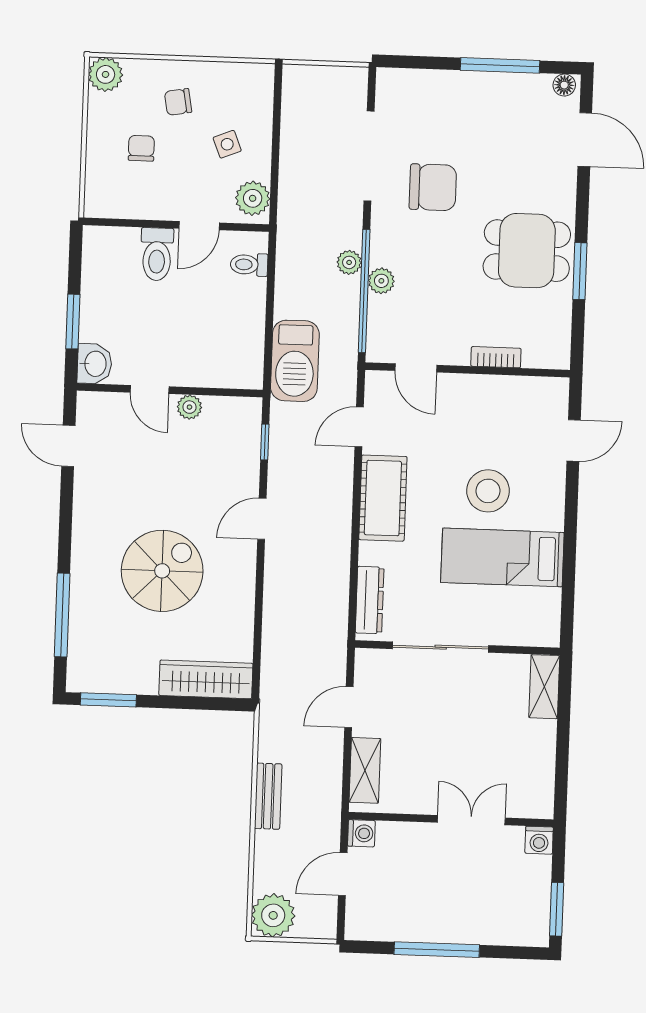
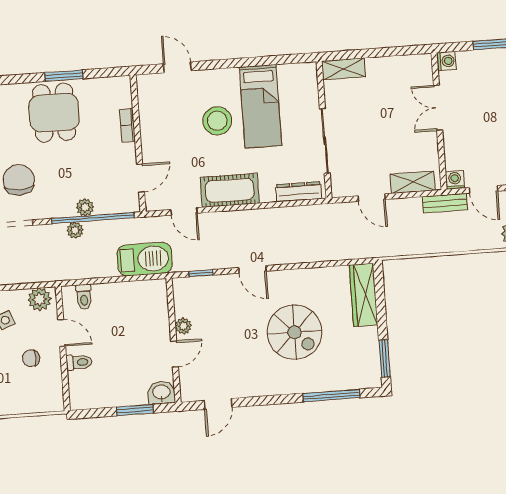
chair: (141, 148) -> (31, 358), moved
toilet: (157, 254) -> (79, 362), width x0.73, depth x0.72
spiral stairs: (162, 571) -> (294, 332), turned 180
bench: (268, 796) -> (445, 203), moved

